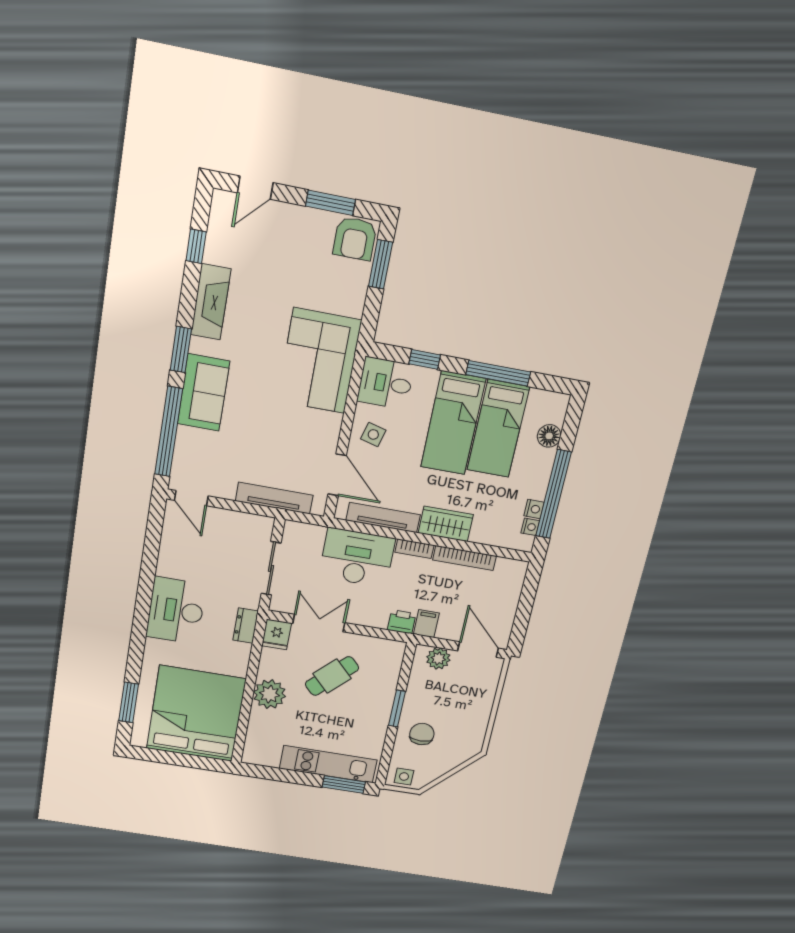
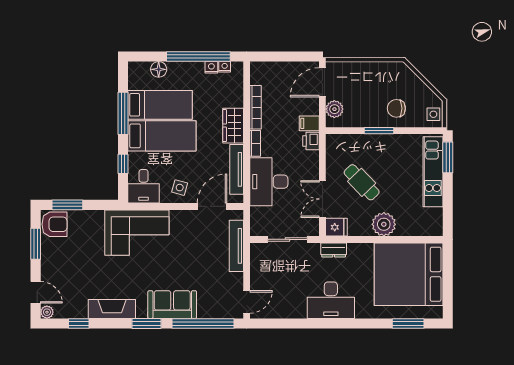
plant: (221, 200) -> (47, 312), added

